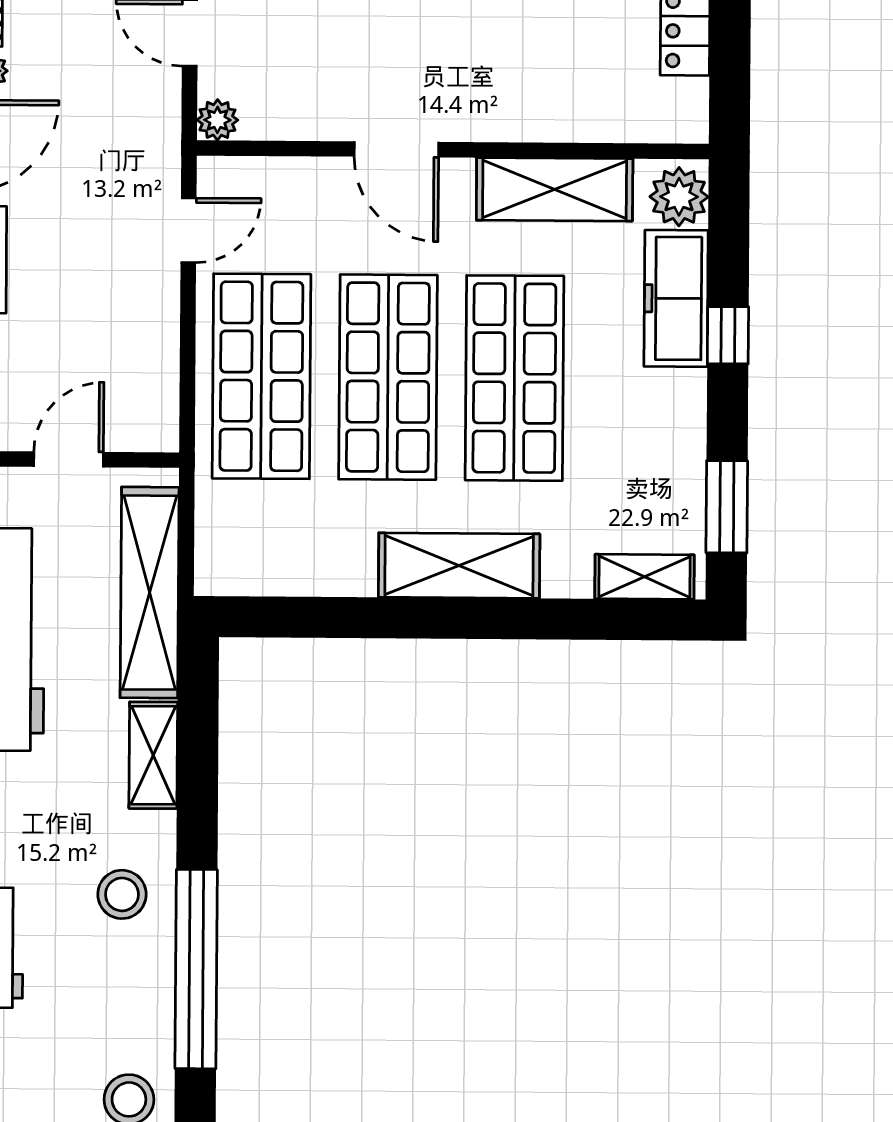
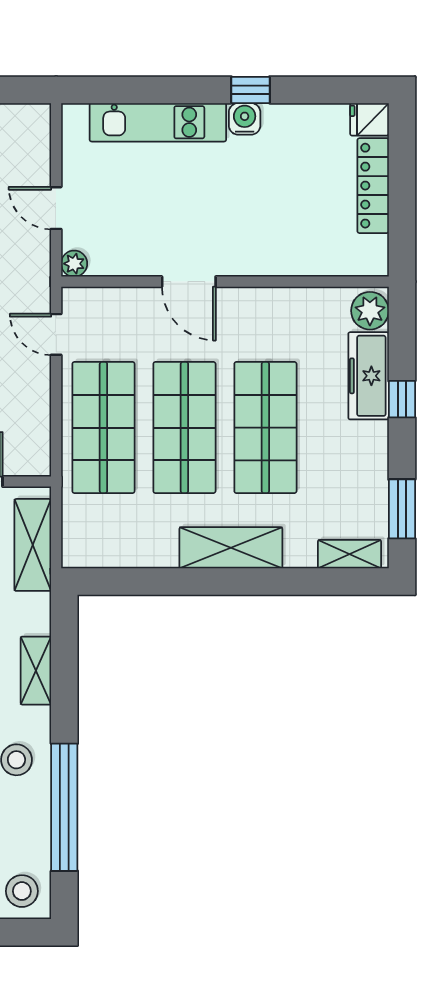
shelving: (555, 189) -> (290, 307), removed
door: (189, 230) -> (56, 334), swing flipped
shelving: (150, 593) -> (33, 545), width x0.68

